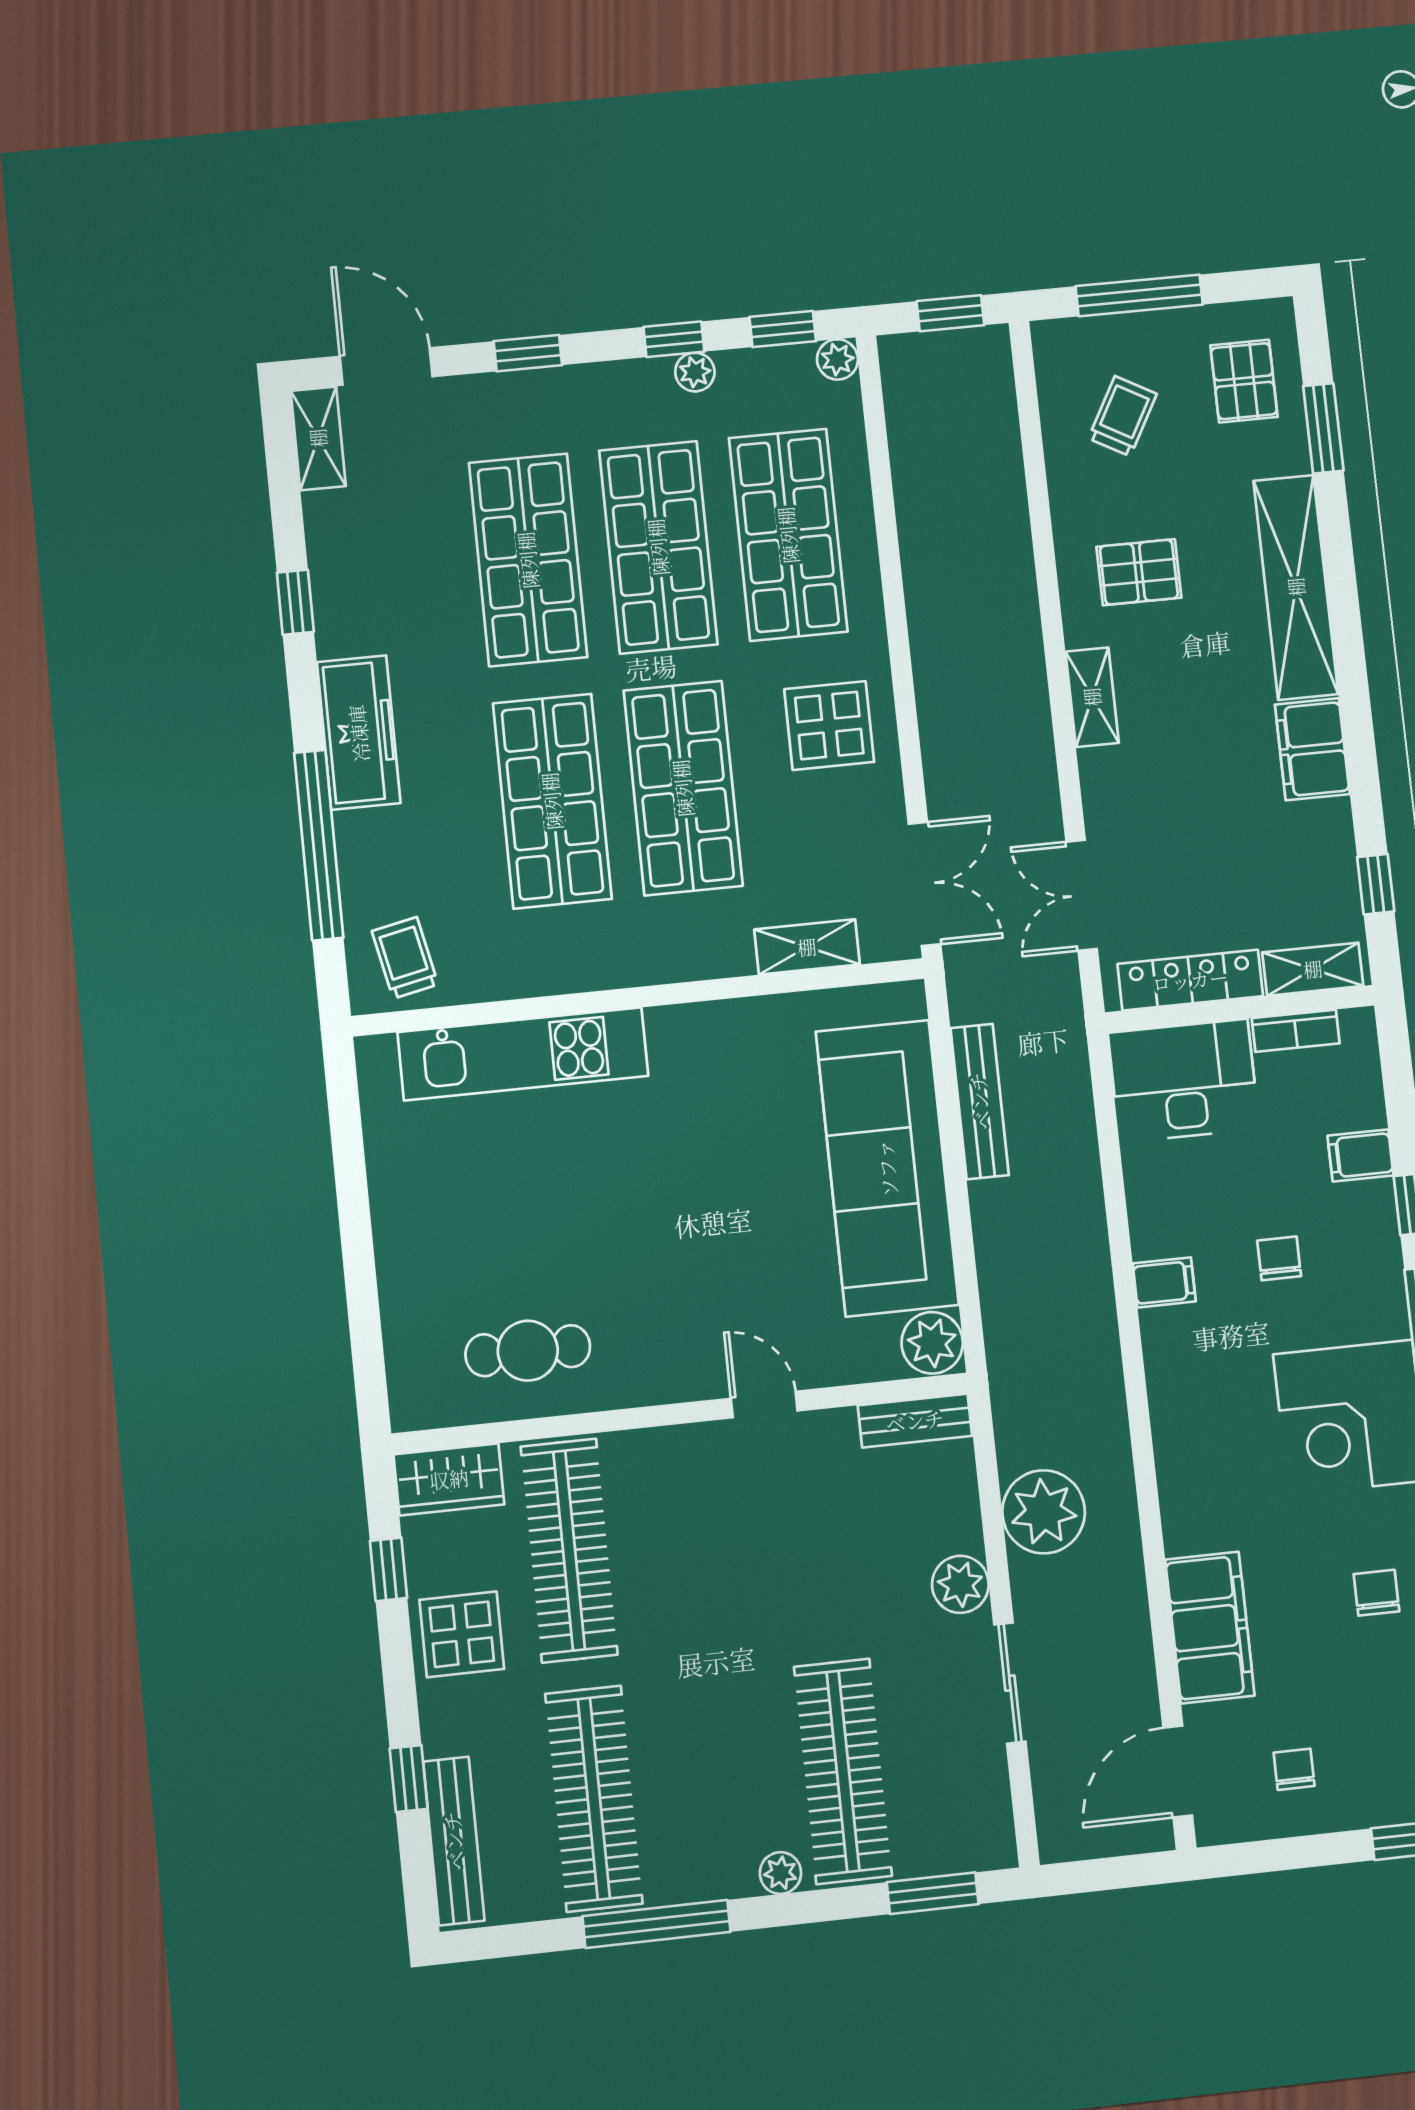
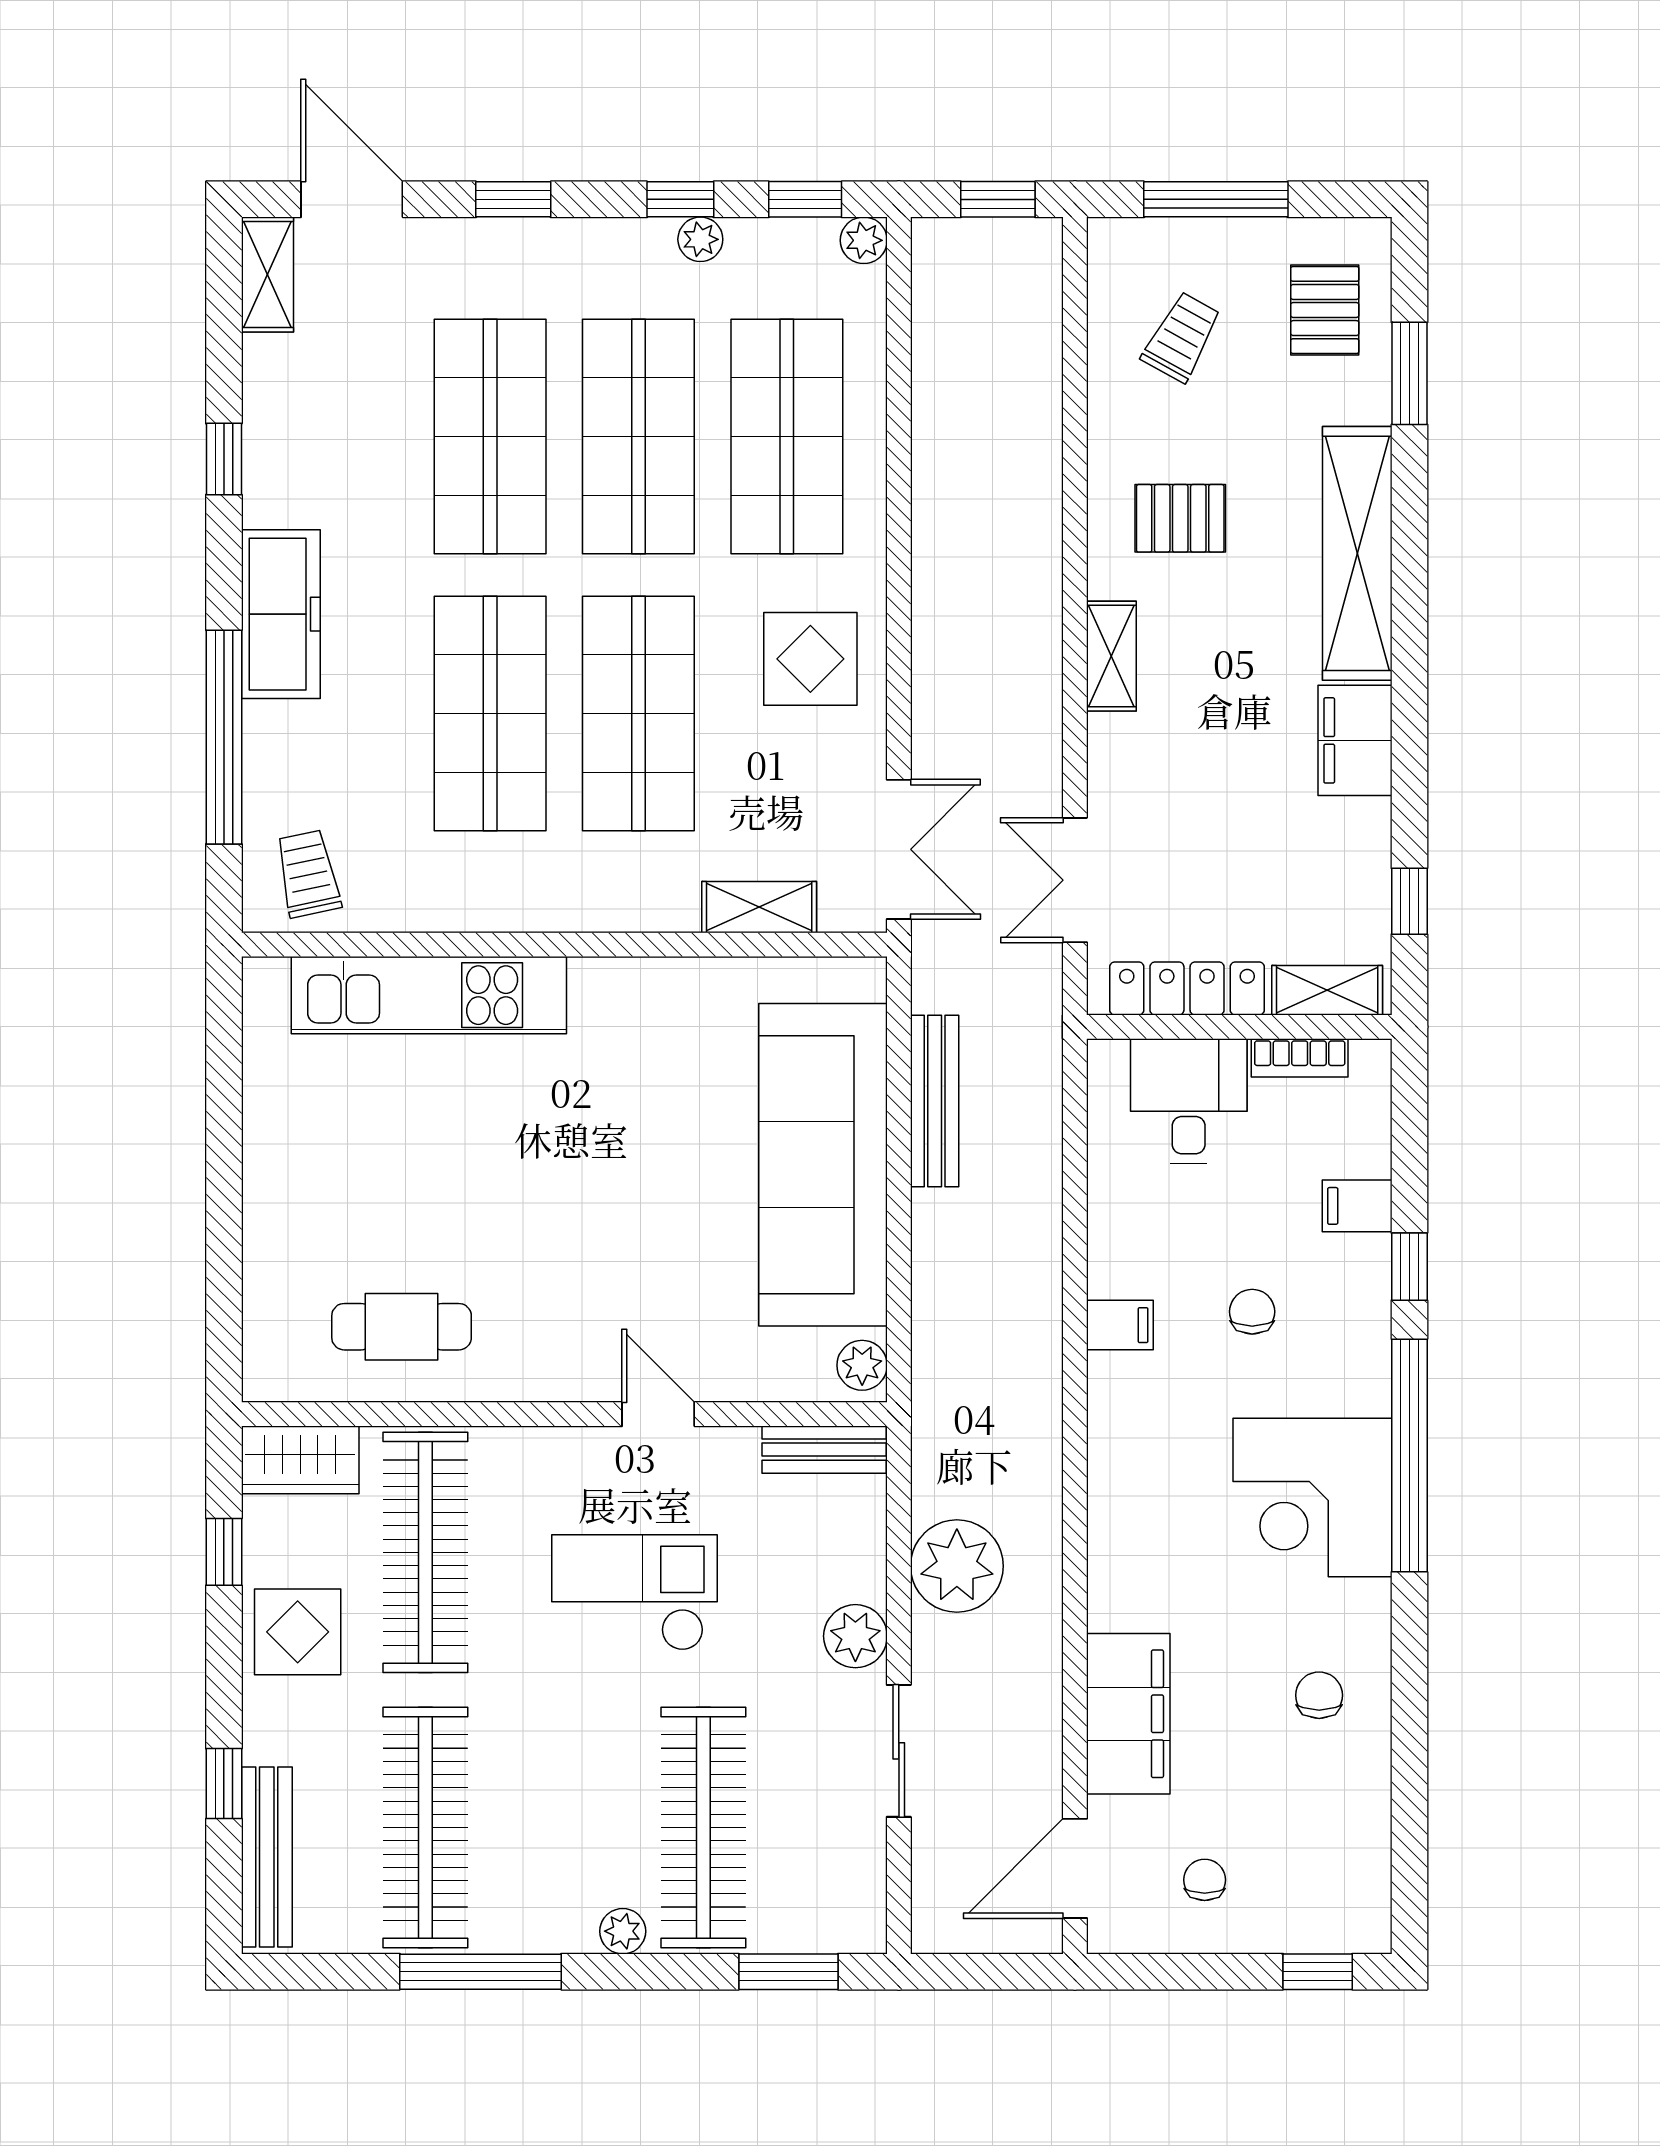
desk: (1184, 1081) -> (1189, 1101), width x0.73
plant: (932, 1343) -> (862, 1365), width x0.73, depth x0.73
checkout: (760, 1566) -> (635, 1593), added

